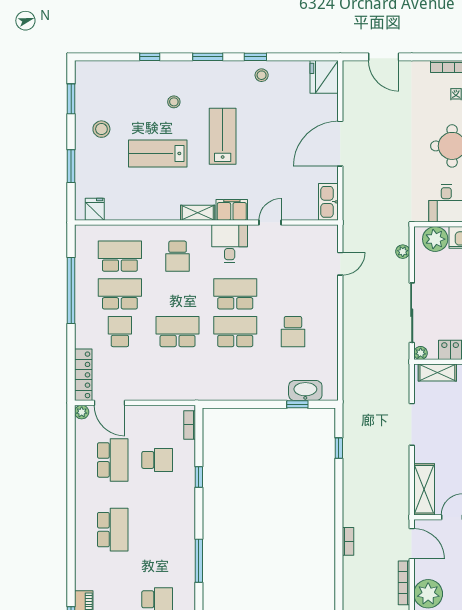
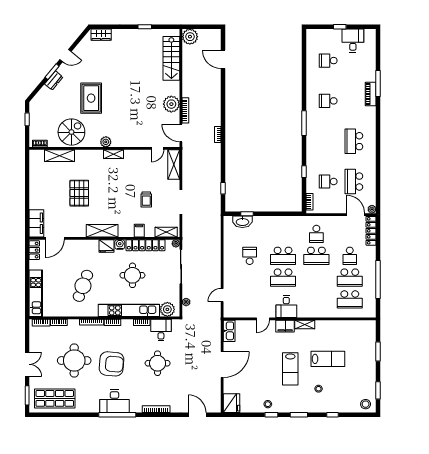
stool: (101, 129) -> (366, 404), moved
fridge: (95, 209) -> (364, 327), removed
school desk: (178, 256) -> (316, 234), moved, turned 180

